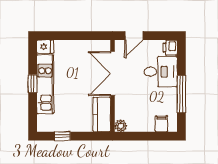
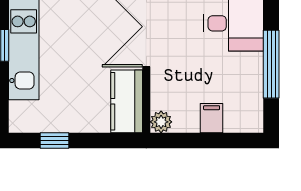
filing cabinet: (161, 124) -> (212, 118), moved

